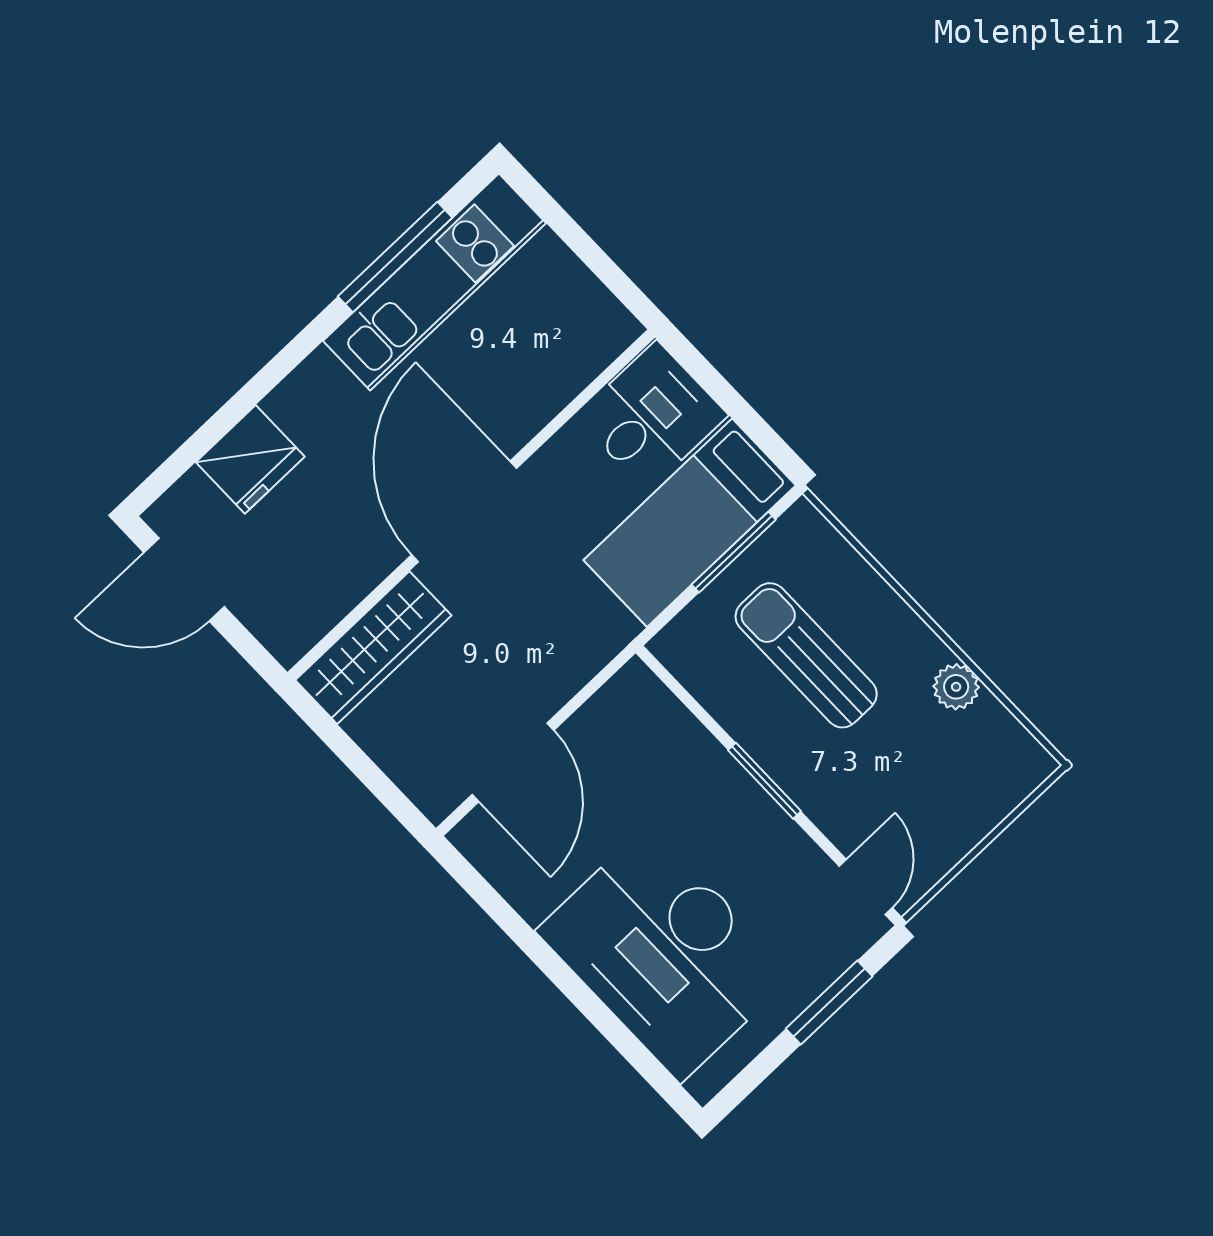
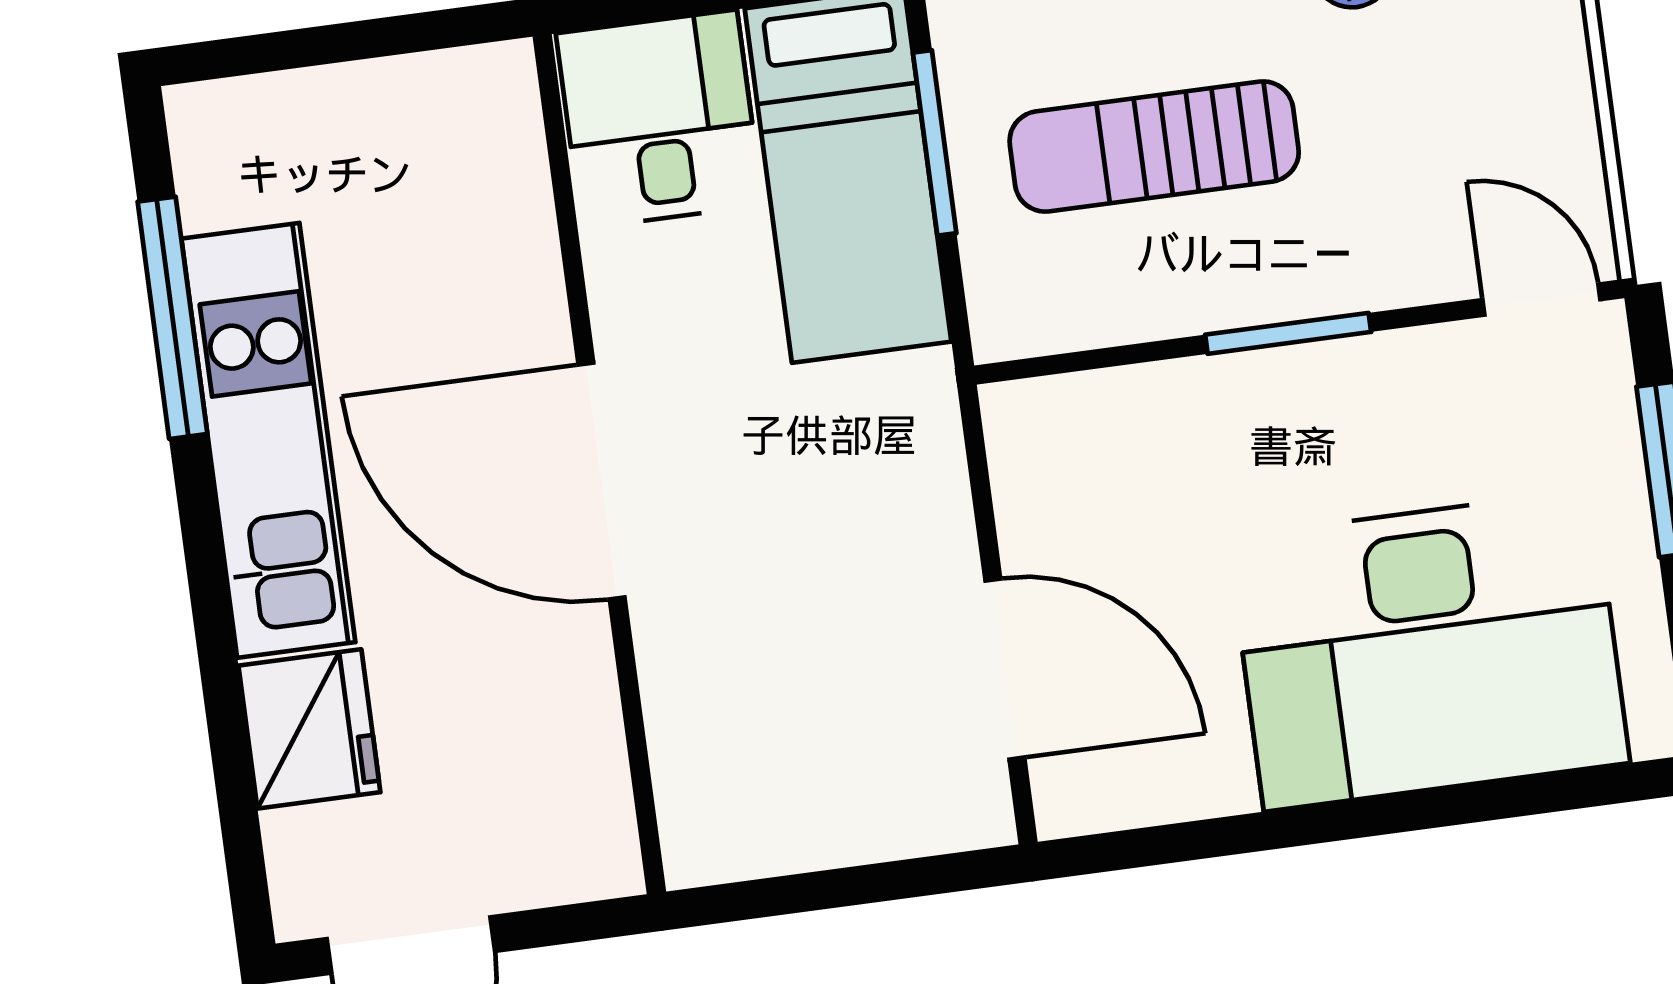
kitchen unit: (434, 282) -> (268, 440), moved
wardrobe: (373, 648) -> (701, 748), removed

